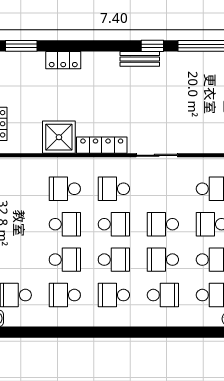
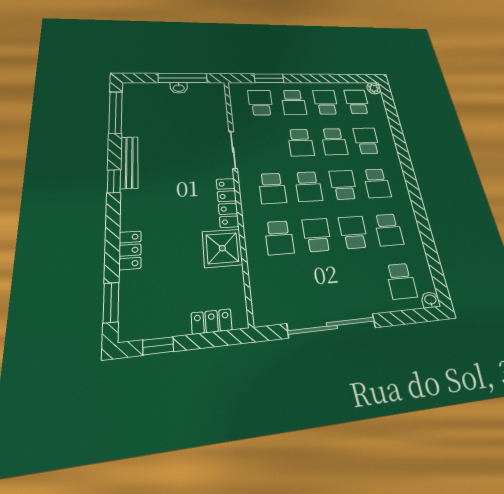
window: (152, 46) -> (114, 181), moved
bench: (140, 59) -> (129, 162), width x1.36
school desk: (114, 224) -> (308, 187), turned 180

